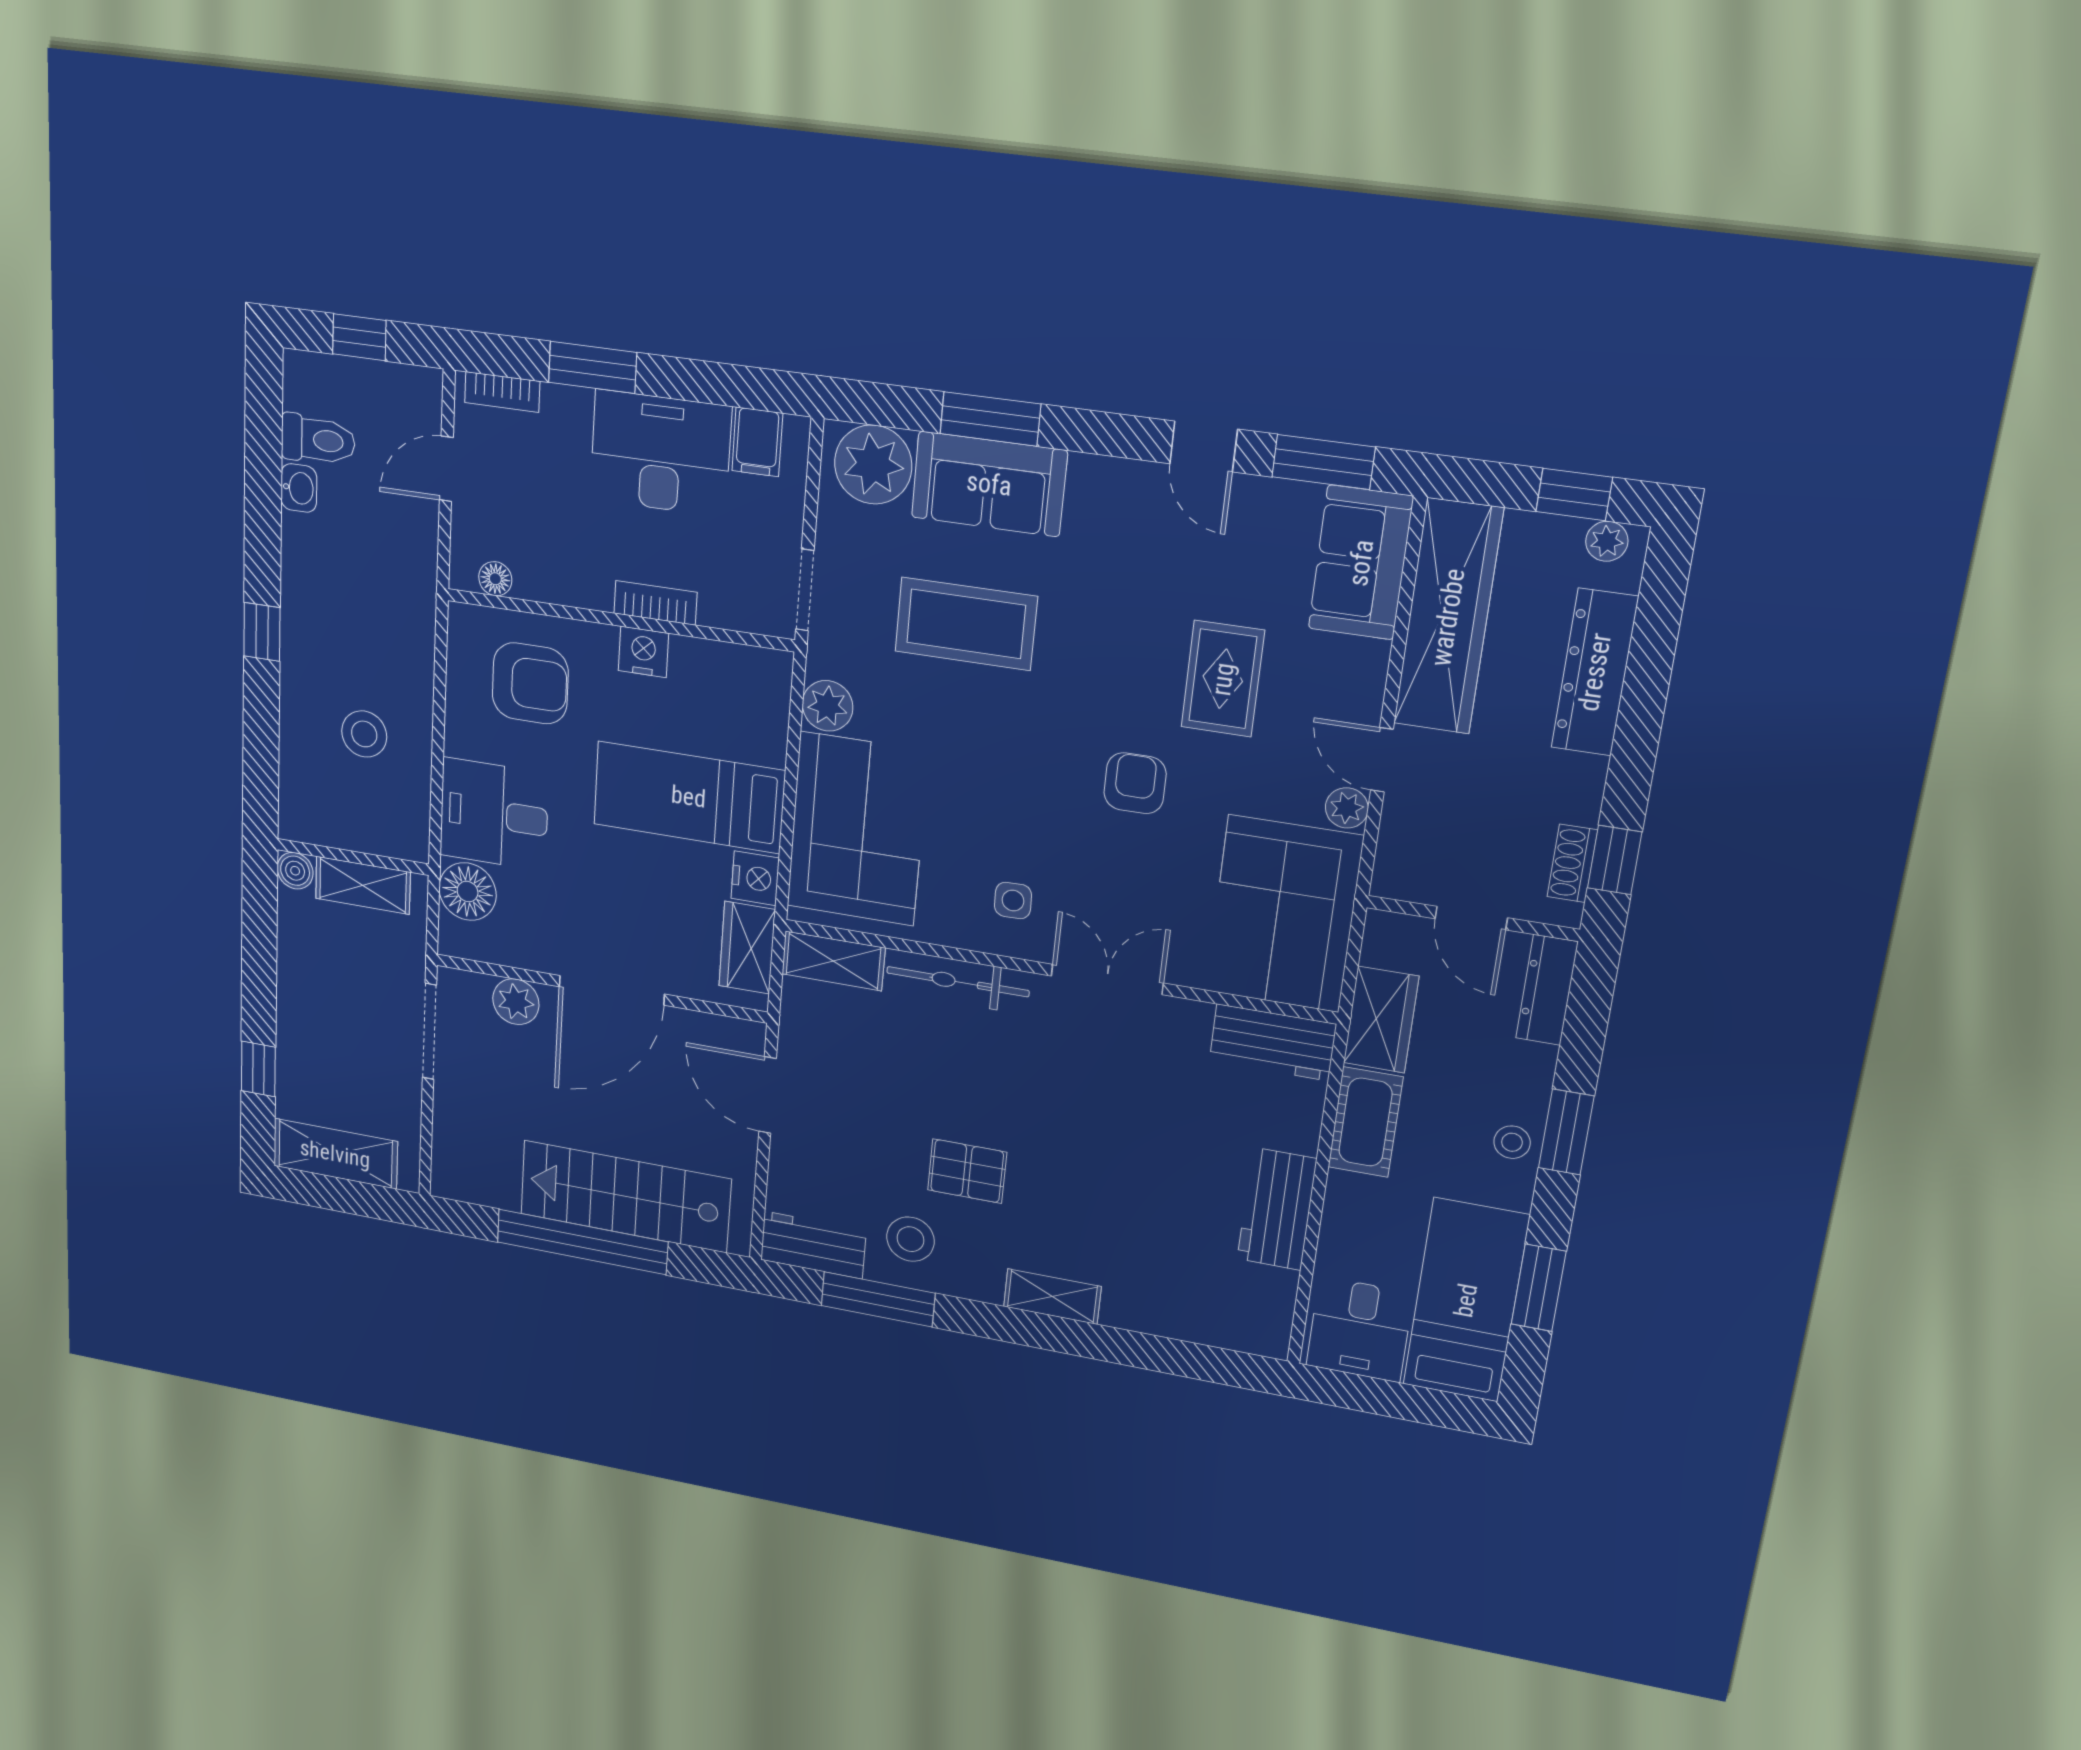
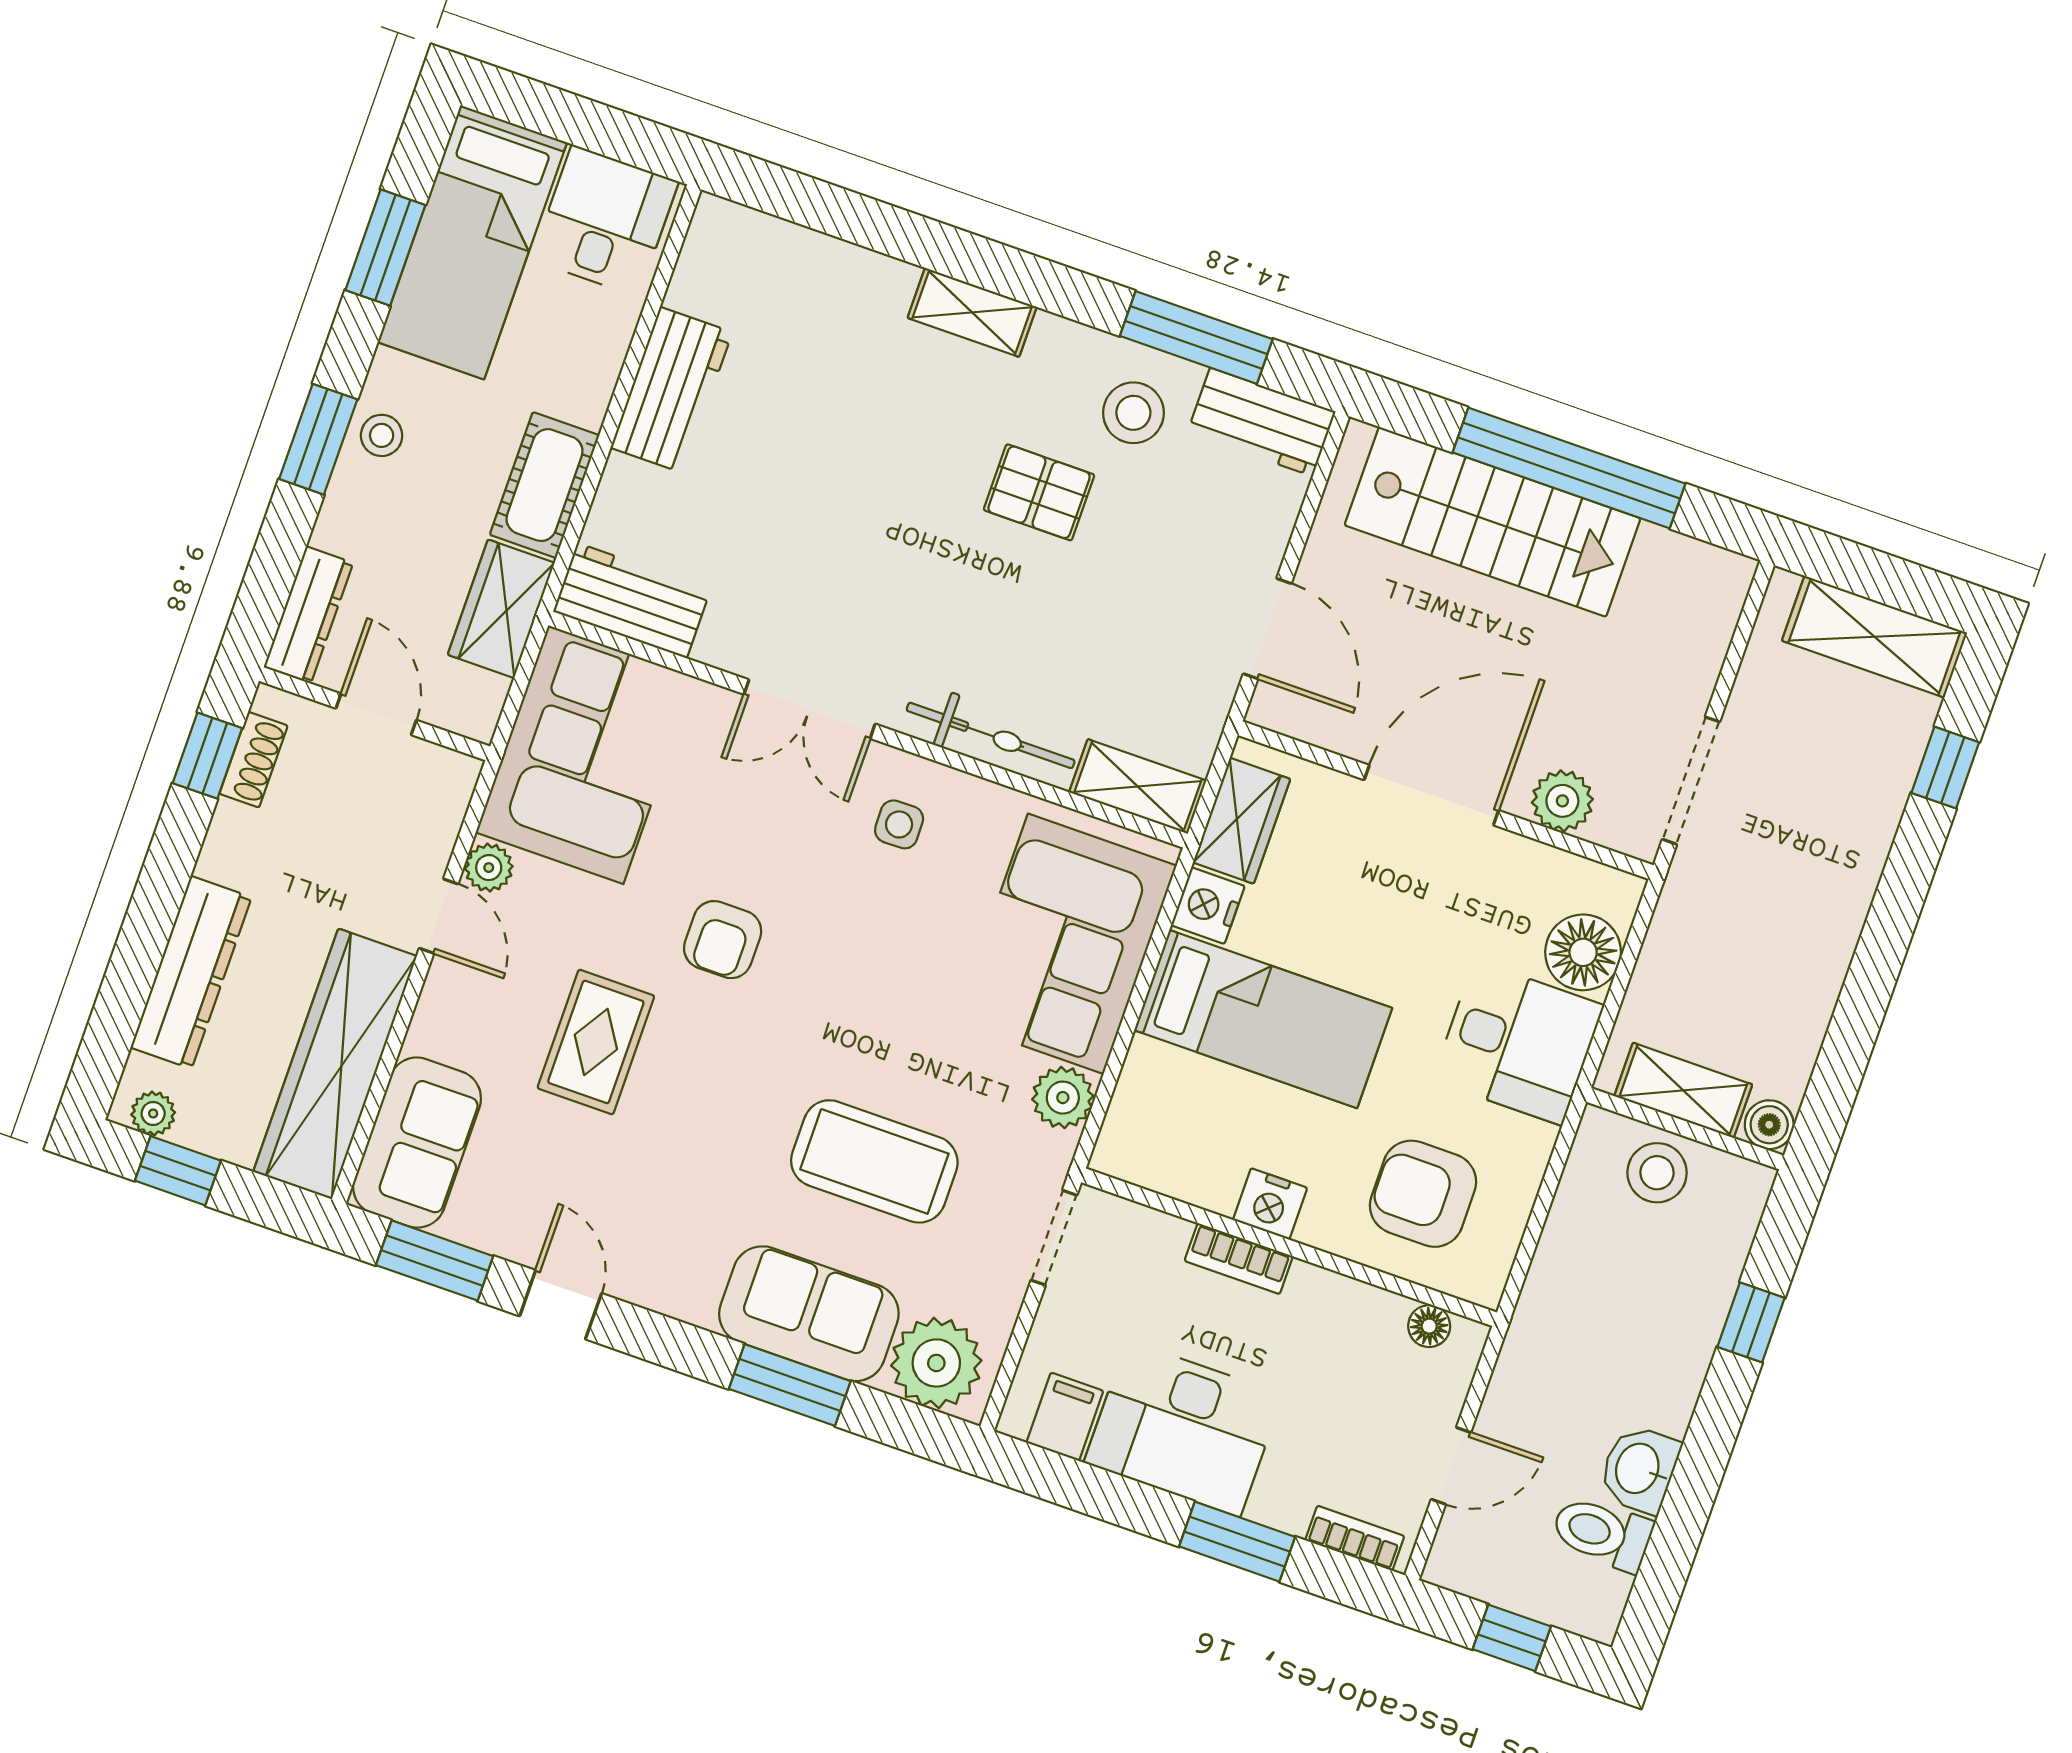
washbasin: (299, 488) -> (1639, 1469), width x1.38, depth x1.45
wall: (353, 857) -> (1685, 1129), moved
boiler: (295, 871) -> (1769, 1125), moved
shelving: (363, 885) -> (1683, 1090), moved

